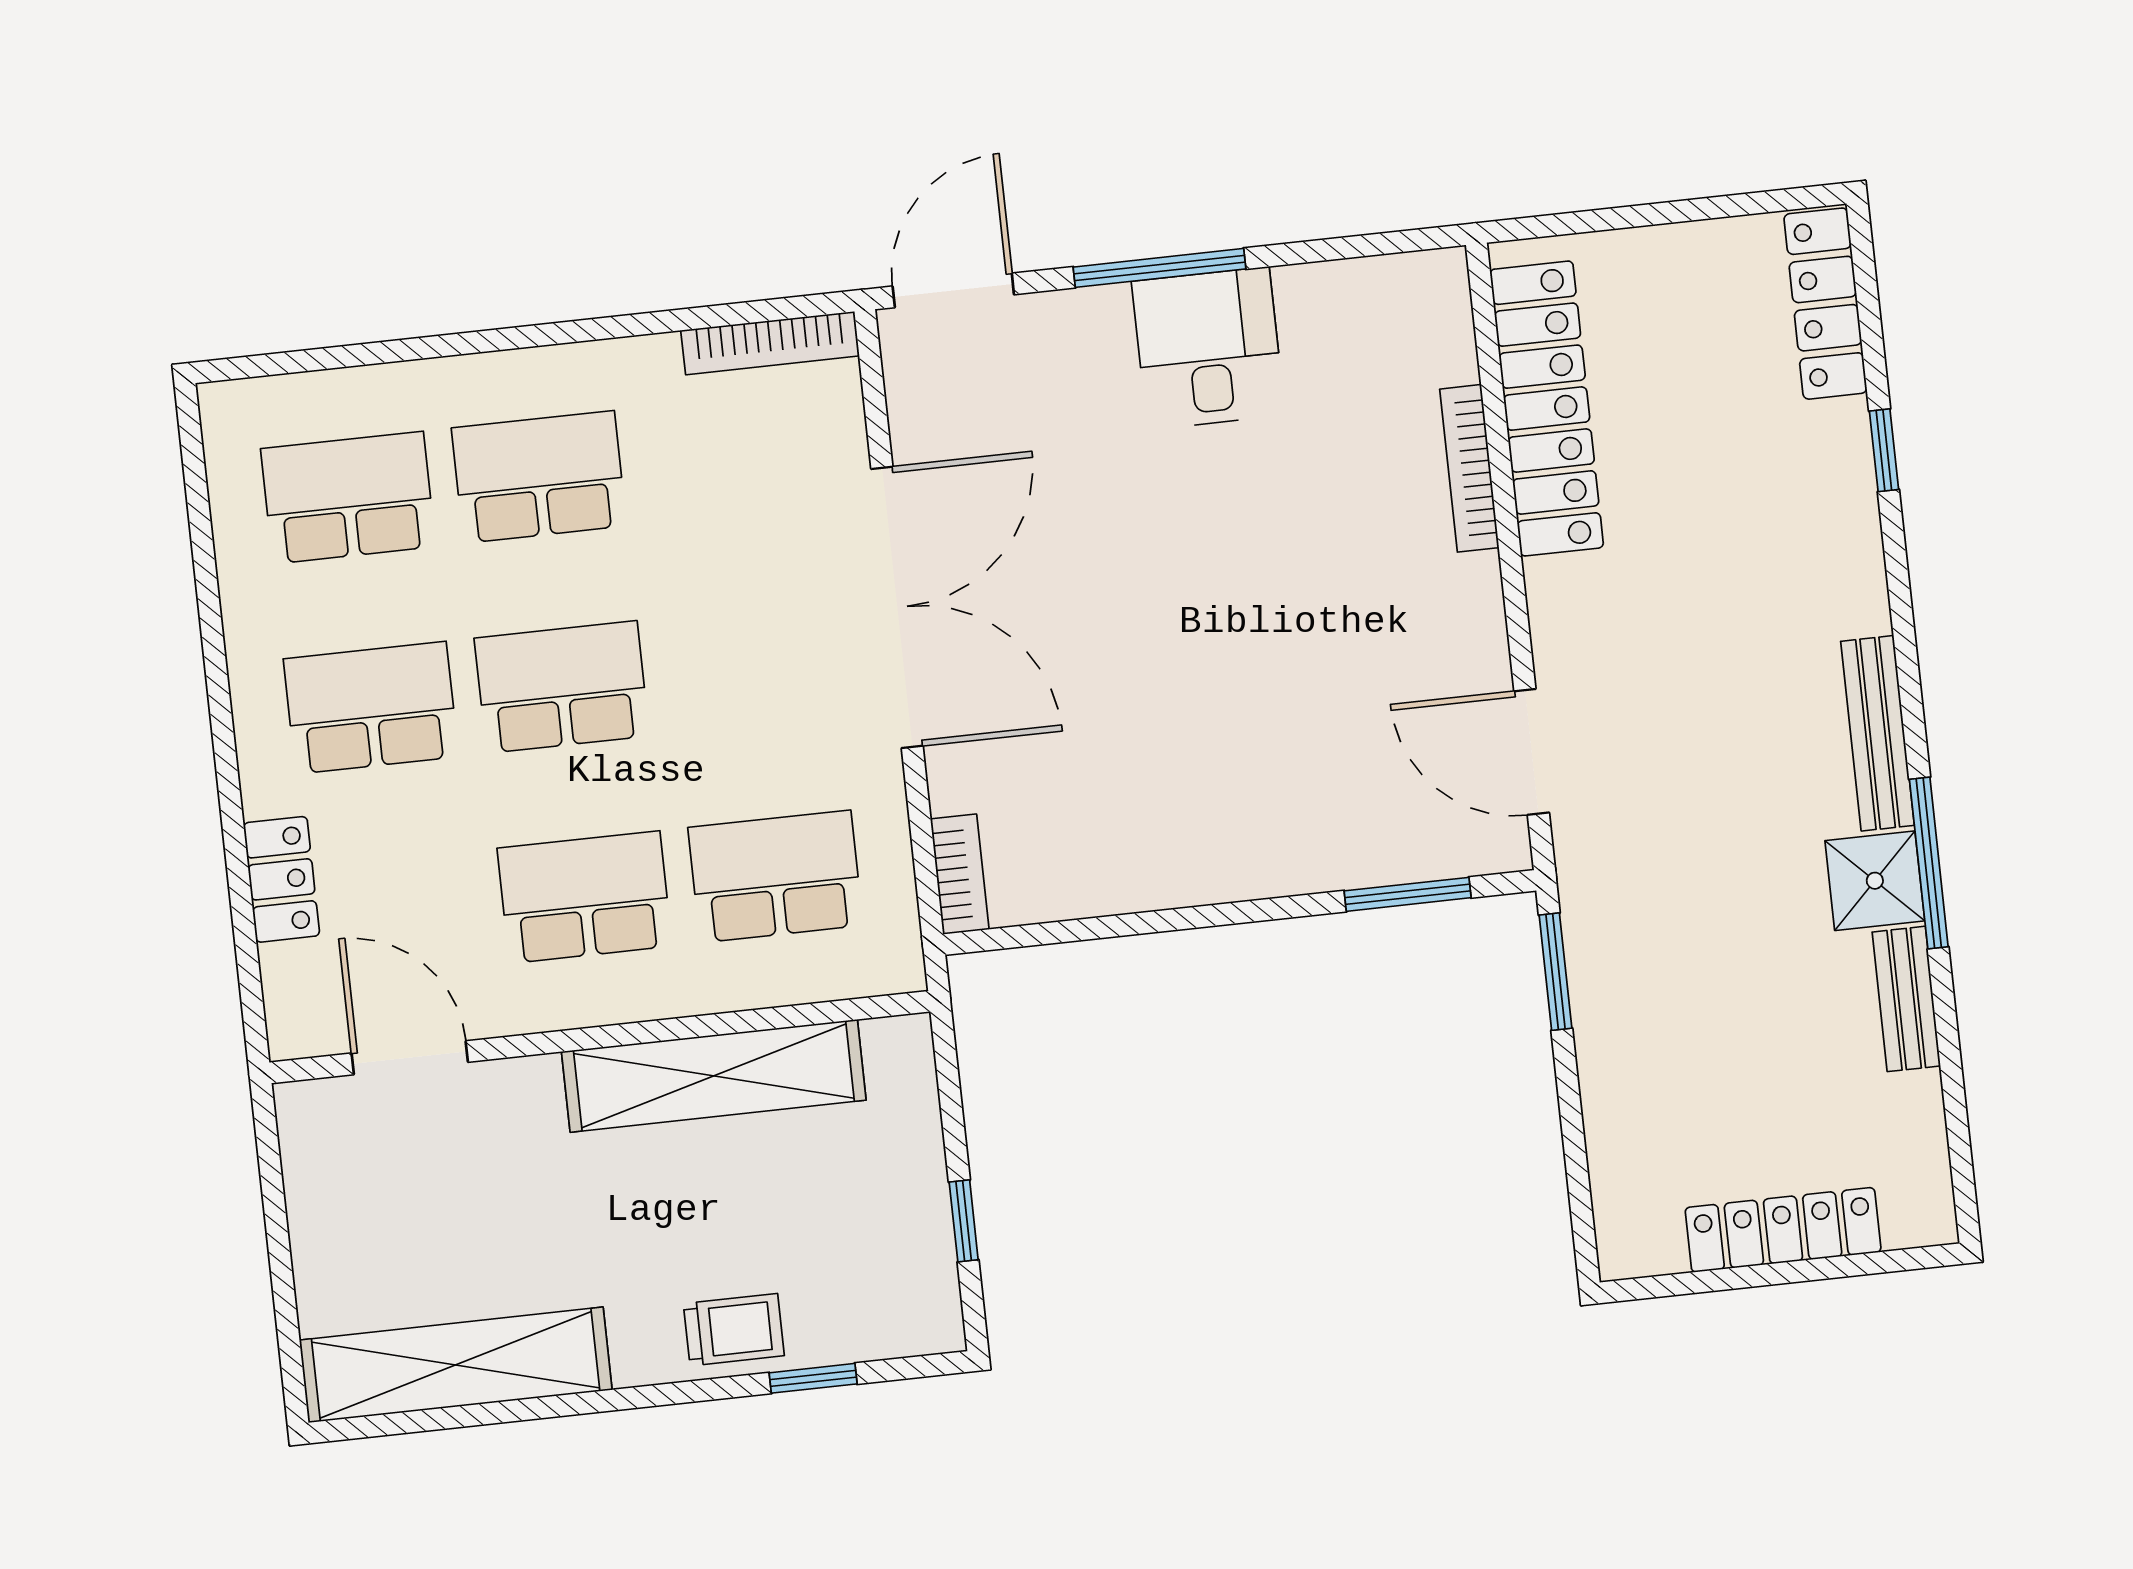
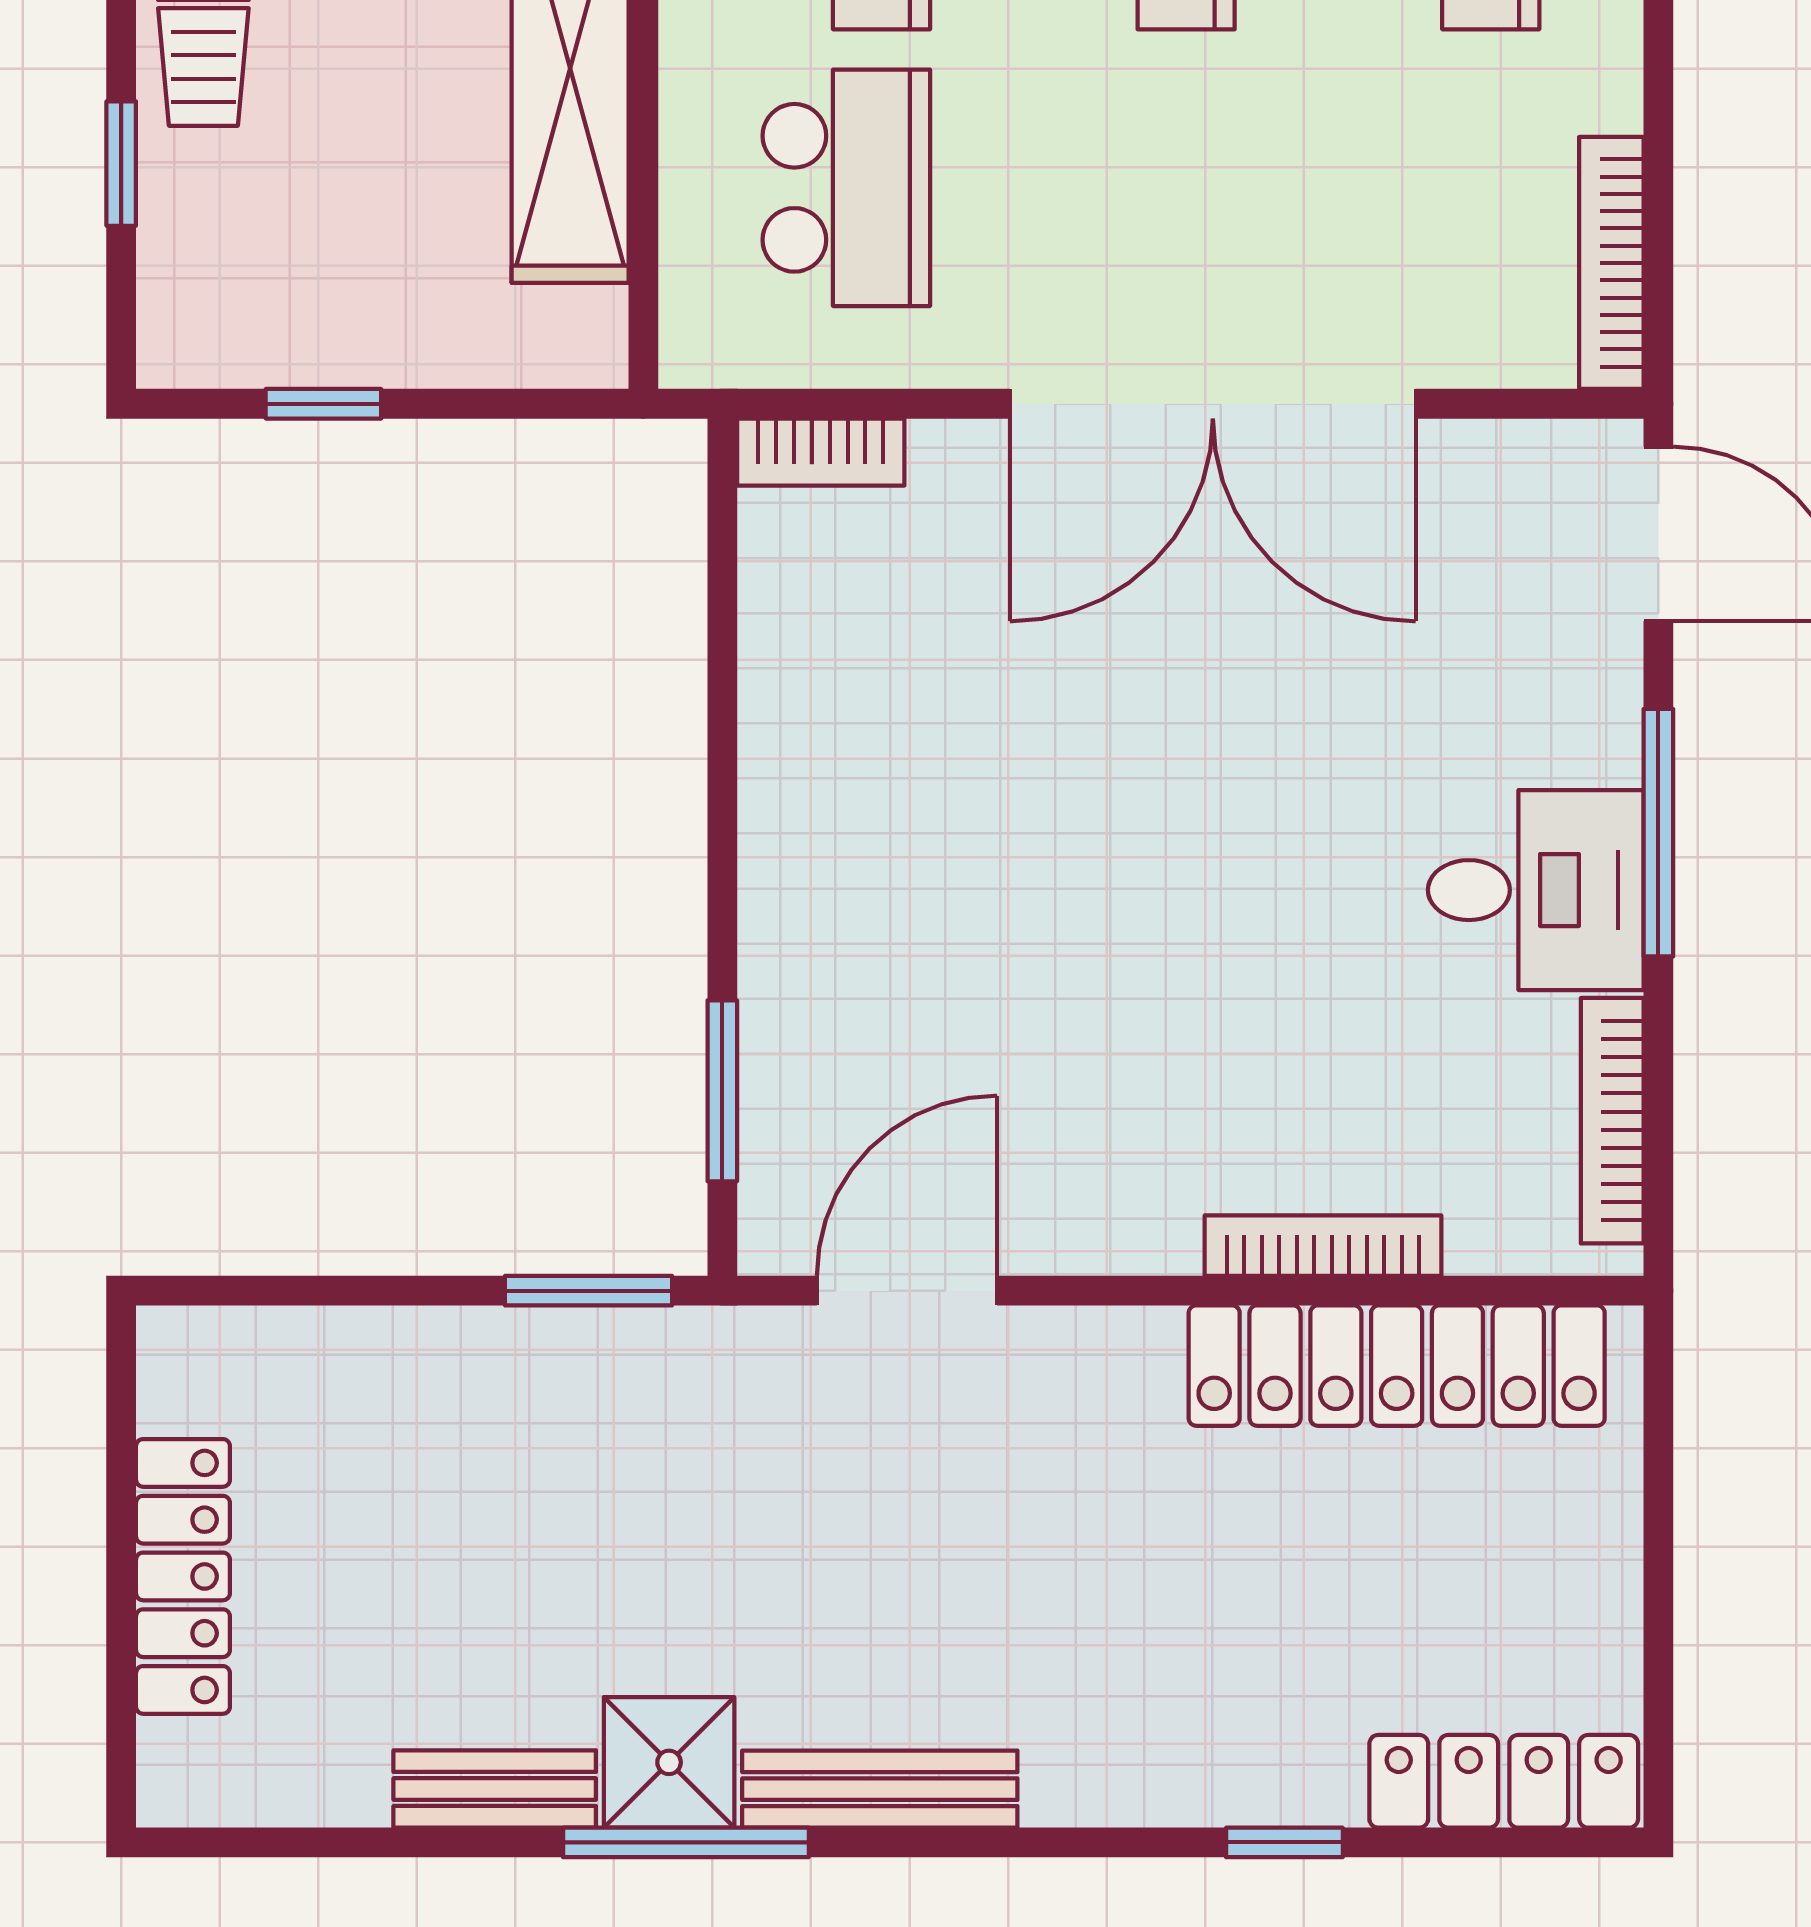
bookcase: (1362, 278) -> (1612, 1121), added

